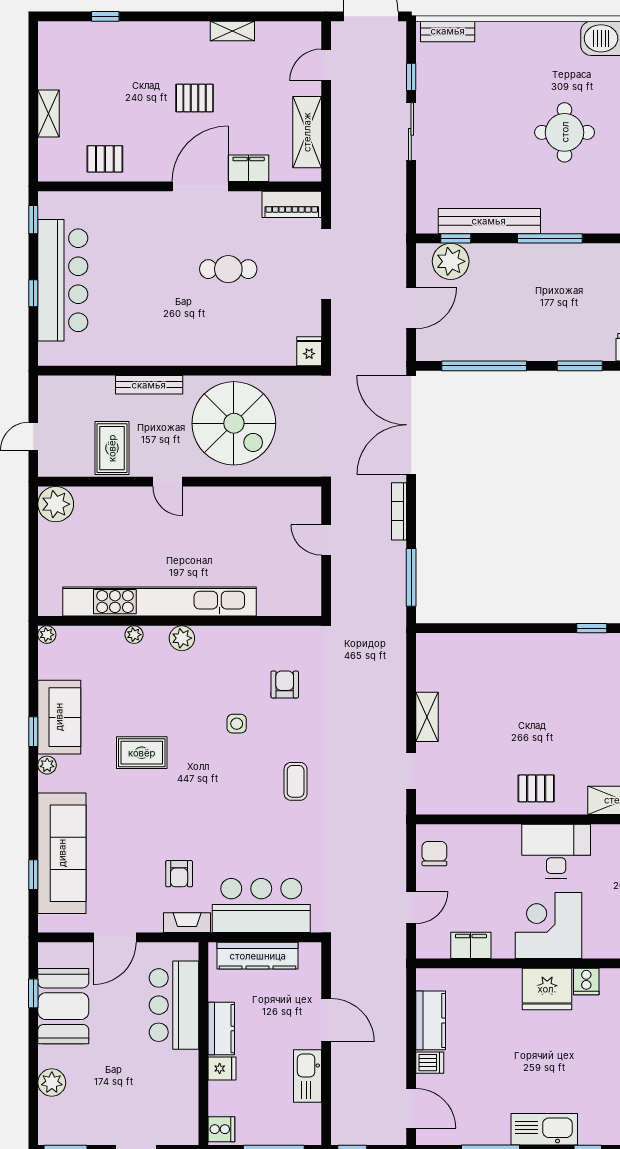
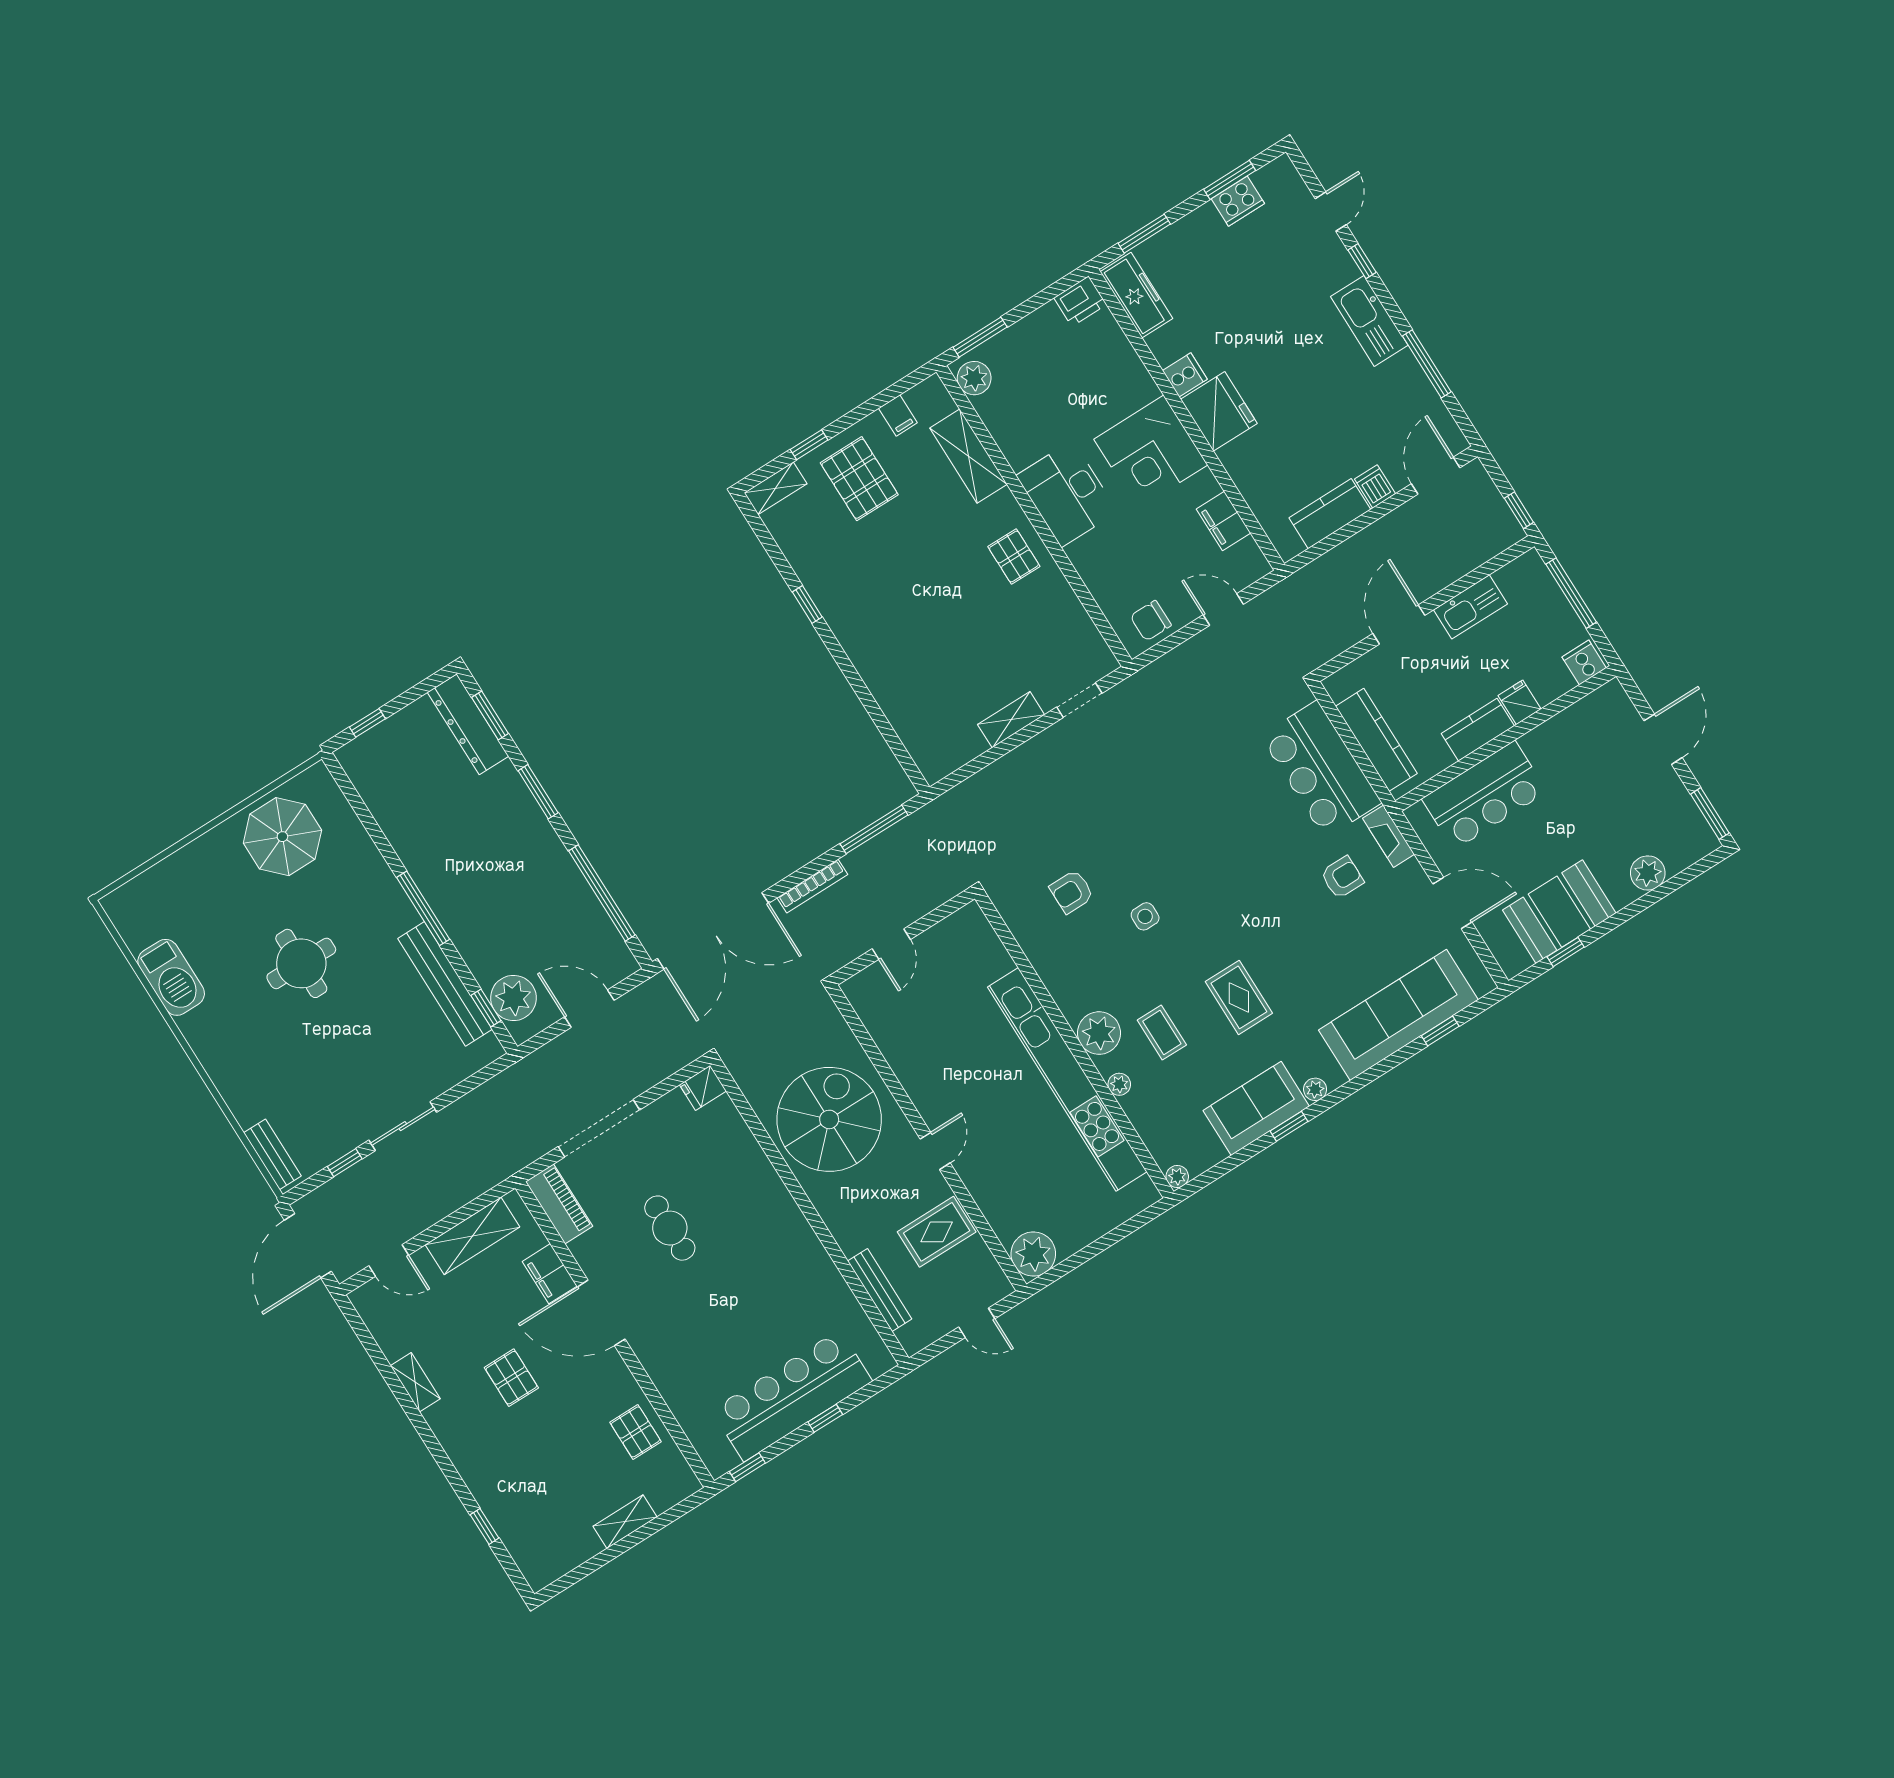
bench: (149, 385) -> (880, 1290), moved
plant: (182, 638) -> (1099, 1033), width x1.36, depth x1.36
coffee table: (296, 781) -> (1162, 1033), moved, turned 90

